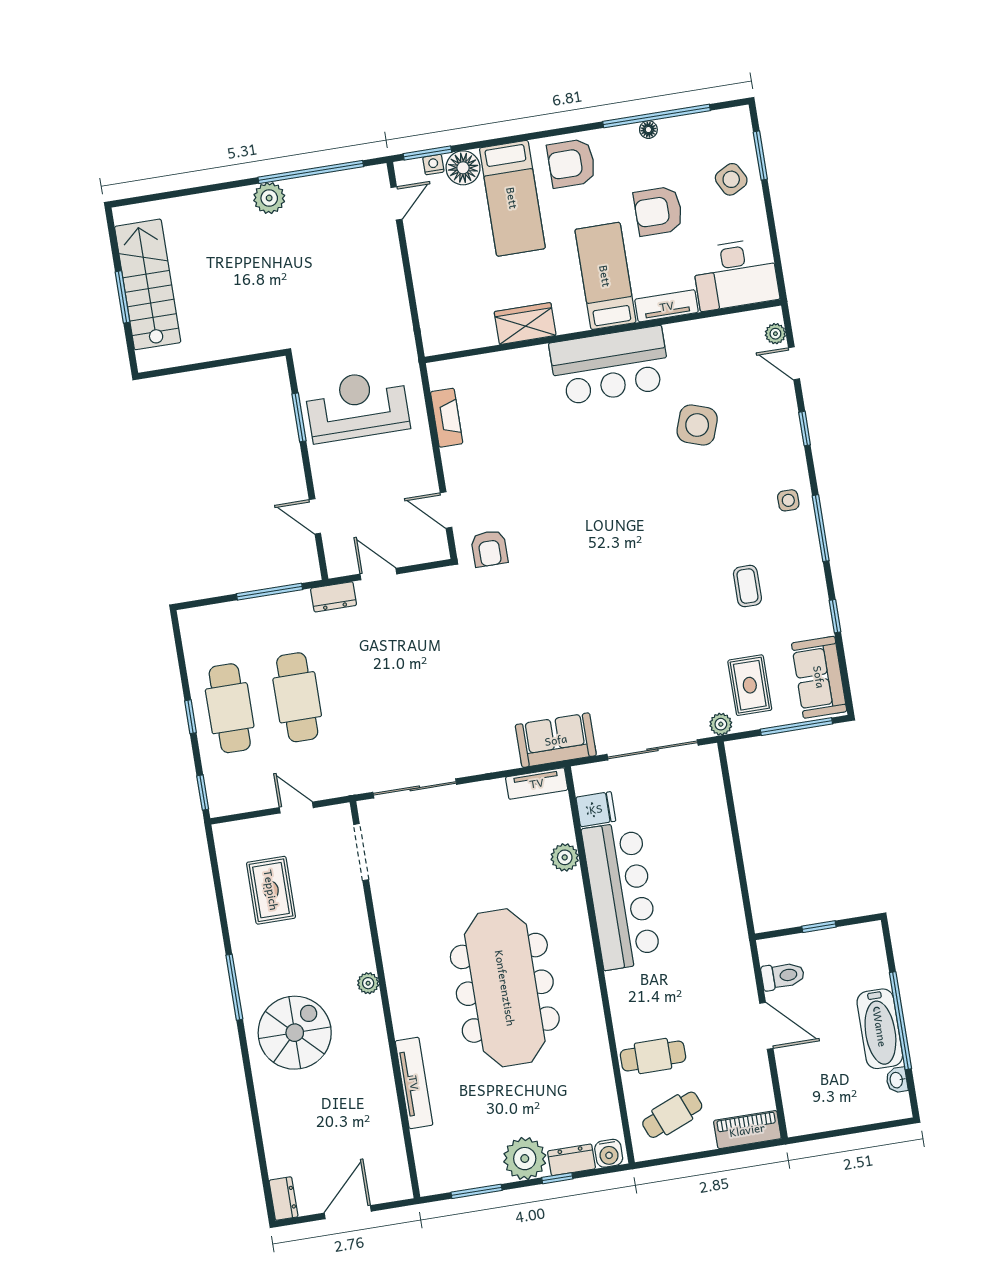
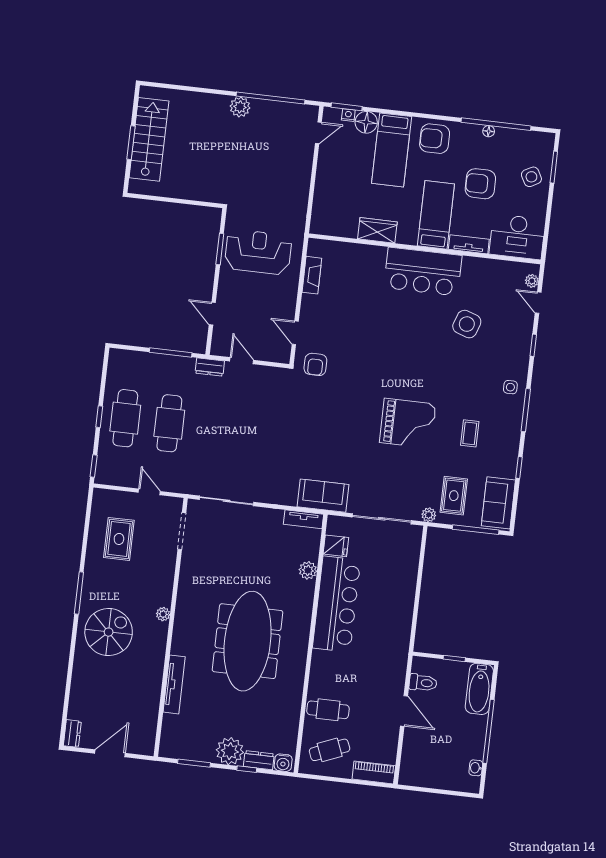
grand piano: (651, 597) -> (408, 423), added
bathtub: (880, 1029) -> (479, 689), moved

